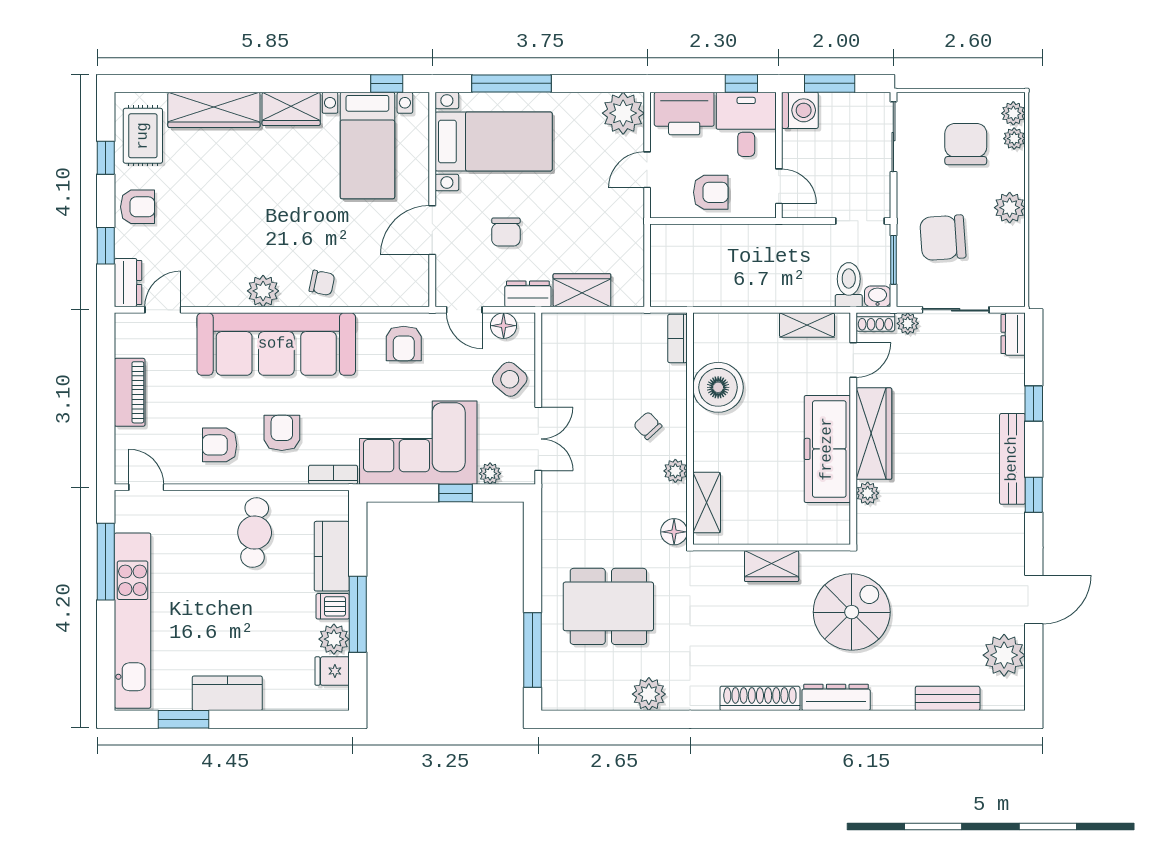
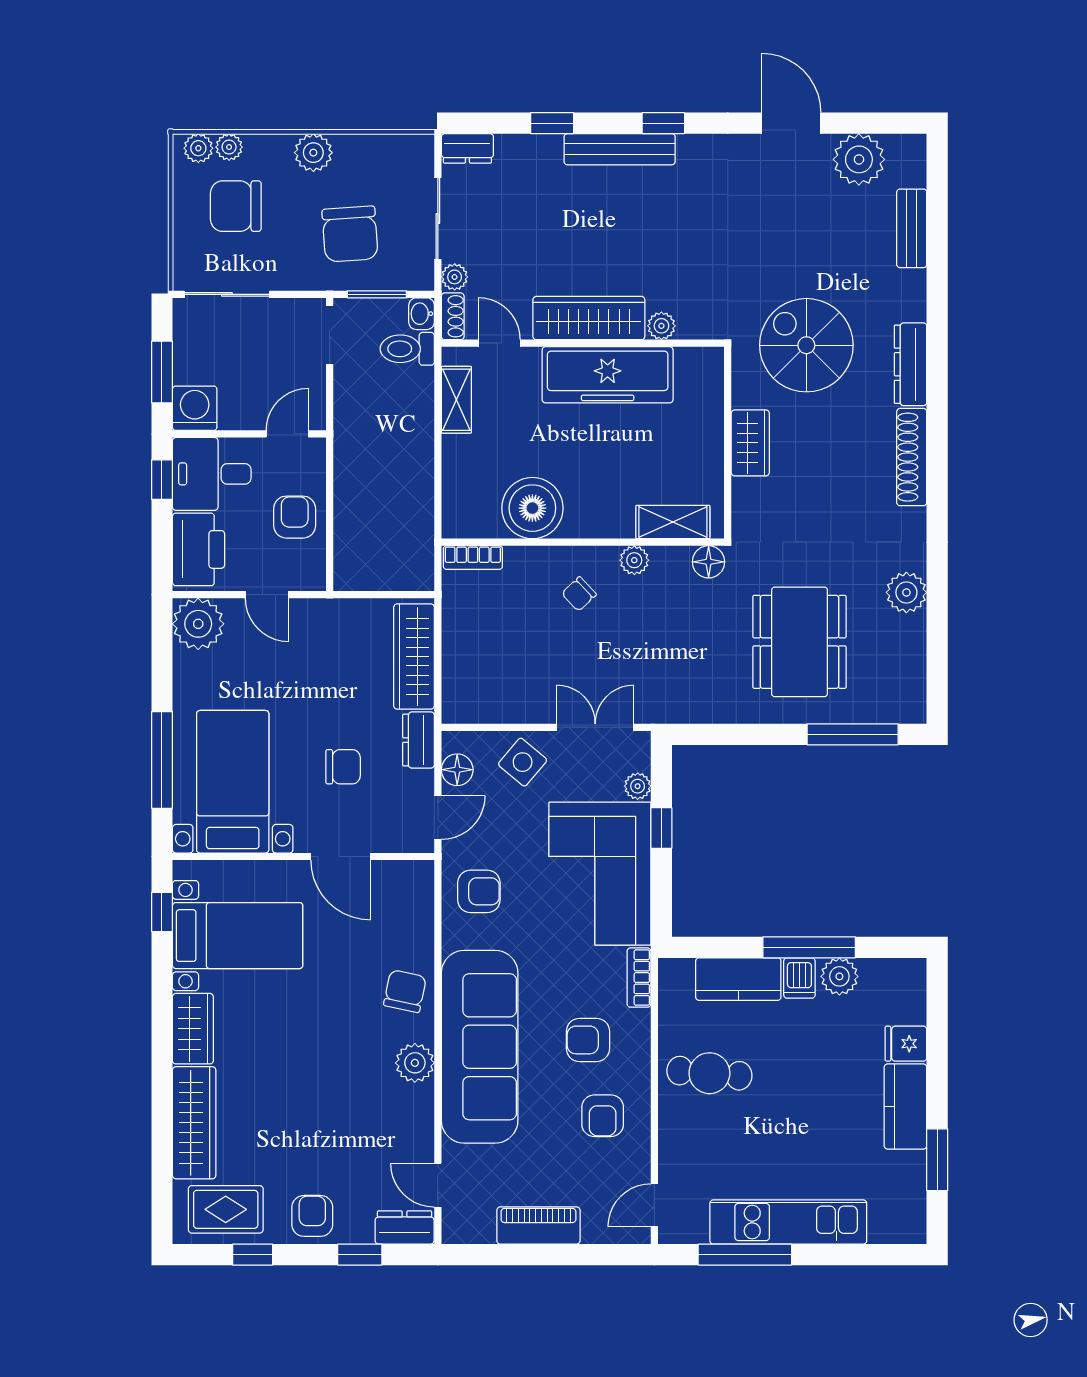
chair: (322, 283) -> (405, 991), width x1.37, depth x1.37
wardrobe: (582, 290) -> (414, 657), width x1.50
kitchen unit: (133, 621) -> (788, 1222), width x0.73
fridge: (332, 671) -> (906, 1044), moved, turned 90

